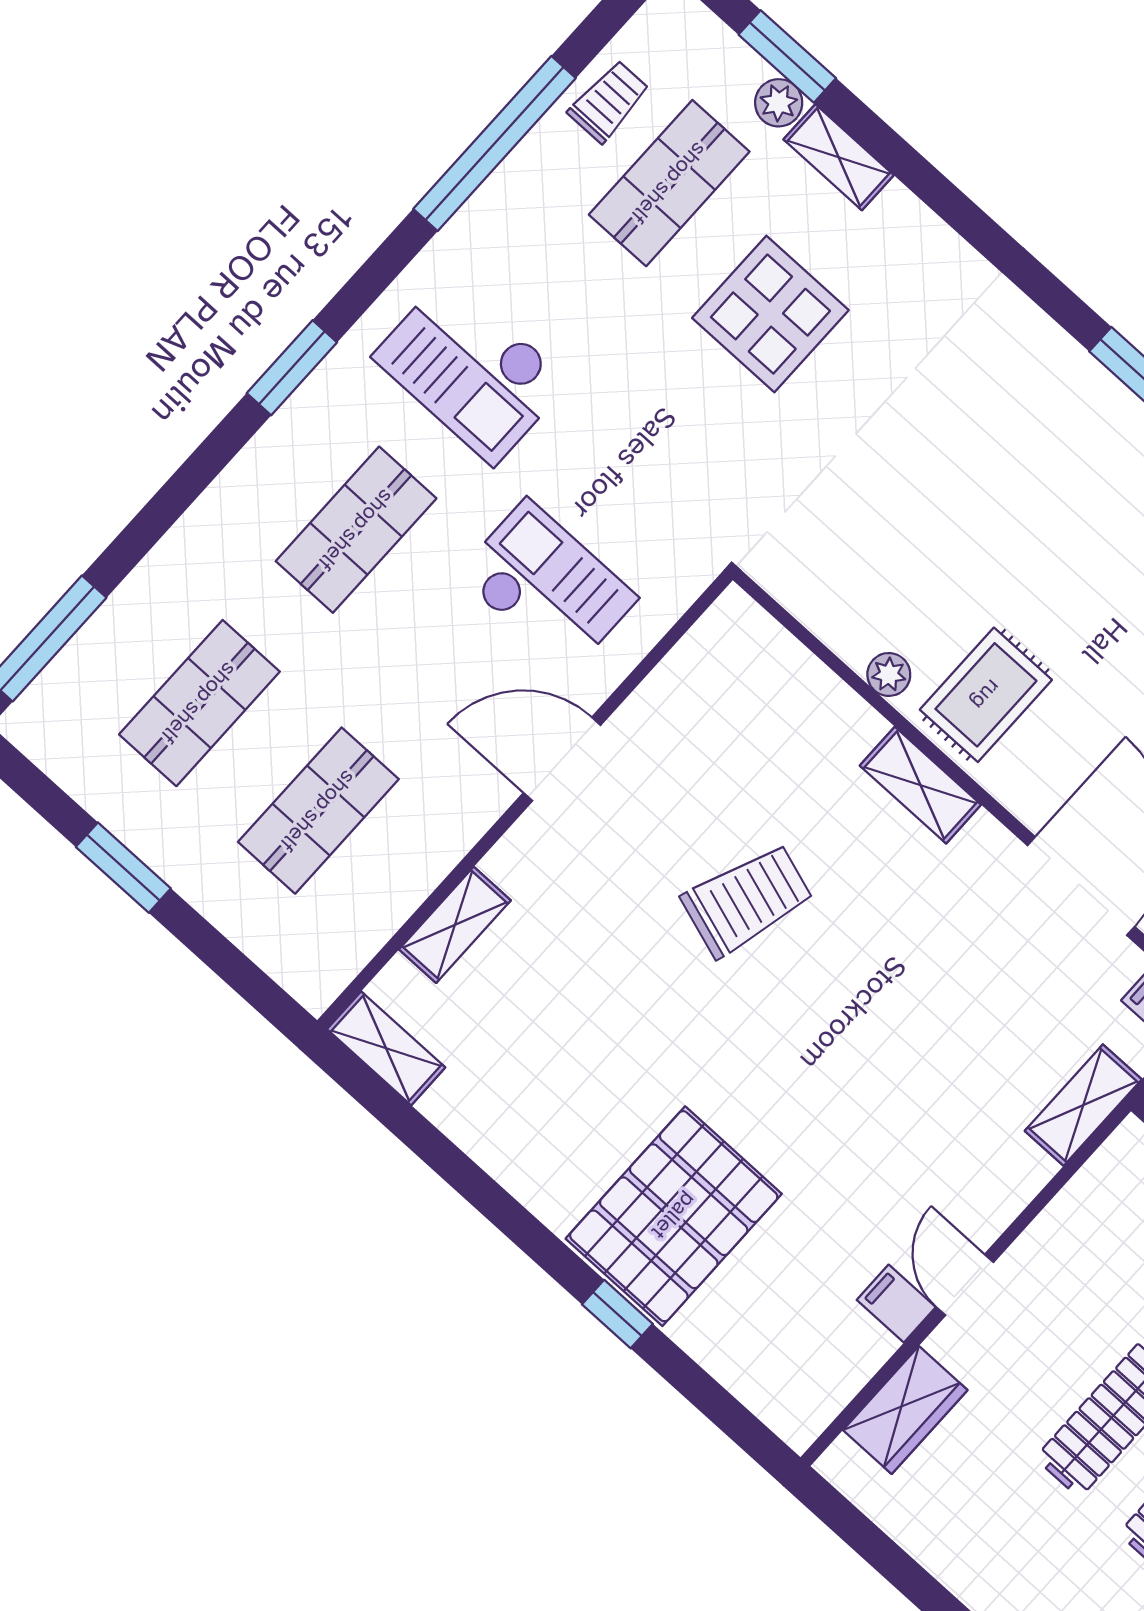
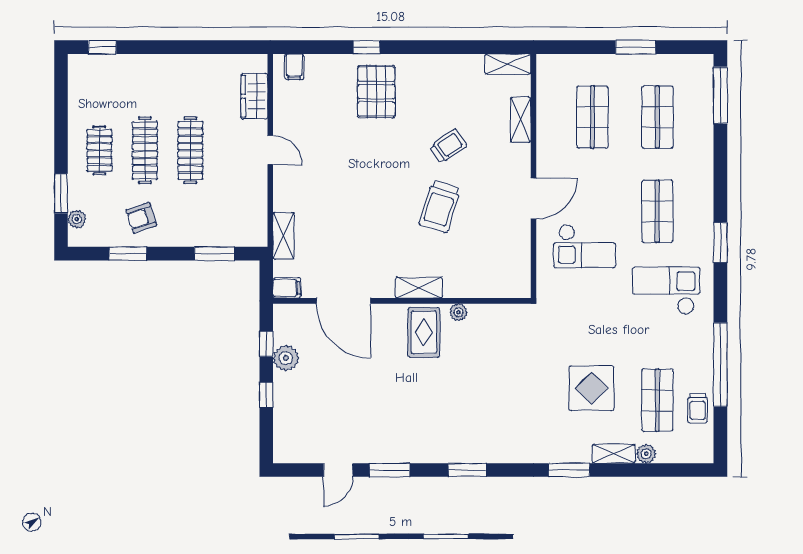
window: (787, 56) -> (569, 470), moved
trolley: (632, 996) -> (448, 146), added
pallet: (674, 1216) -> (376, 92), width x0.73, depth x0.71
filing cabinet: (896, 1304) -> (294, 67), moved, turned 90

